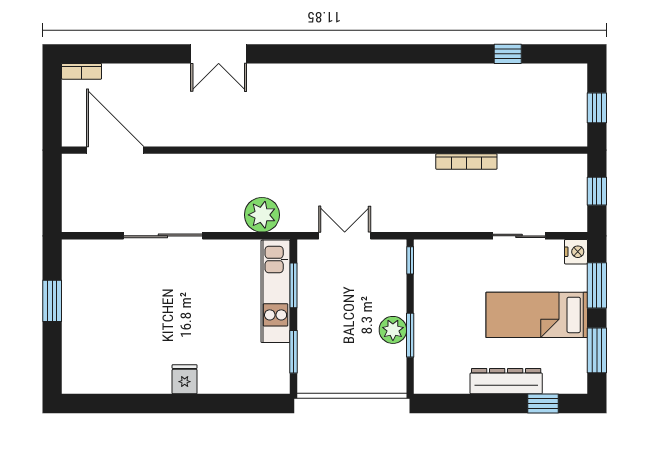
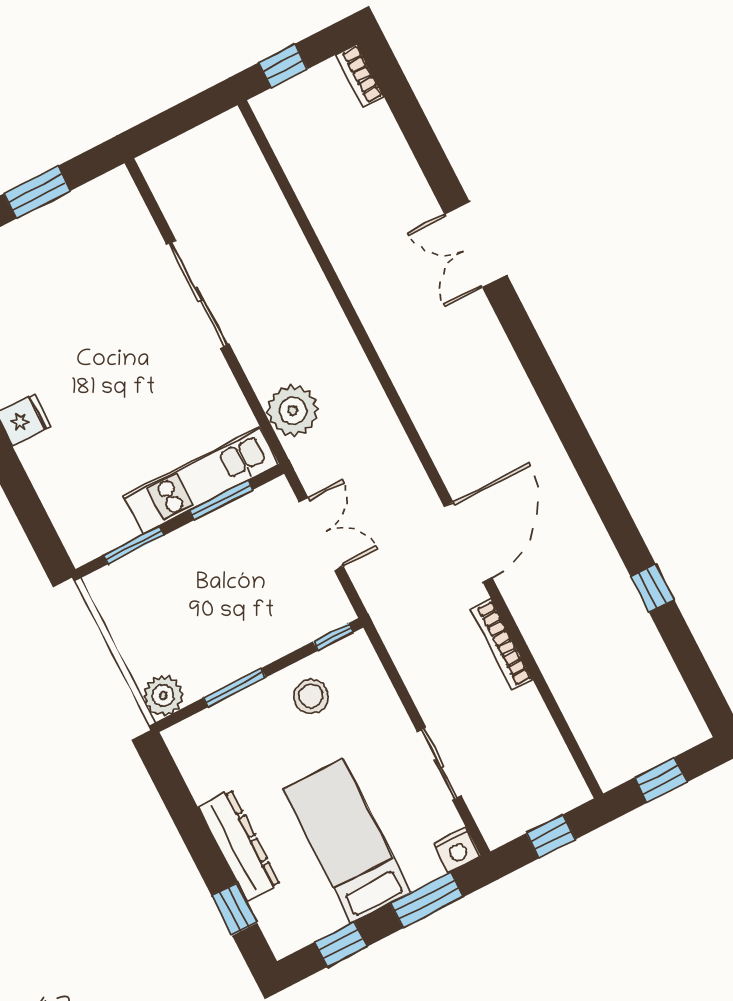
window: (508, 54) -> (652, 588), moved
window: (52, 114) -> (283, 66), added
door: (115, 150) -> (468, 542), moved
stool: (439, 292) -> (311, 696), added
plant: (393, 330) -> (163, 696), moved
window: (597, 350) -> (341, 944), width x0.67

